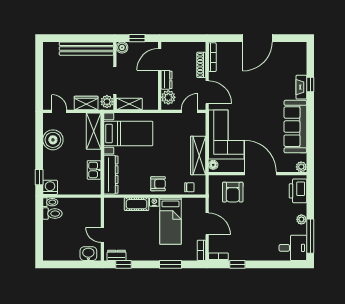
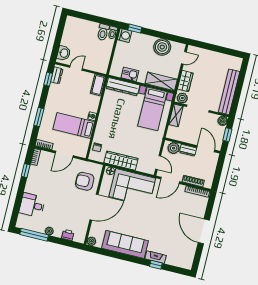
armchair: (158, 184) -> (106, 123), removed
printer: (298, 191) -> (68, 235), width x0.53, depth x0.68
cot: (137, 204) -> (98, 85), moved
desk: (293, 248) -> (32, 205), moved, turned 90

